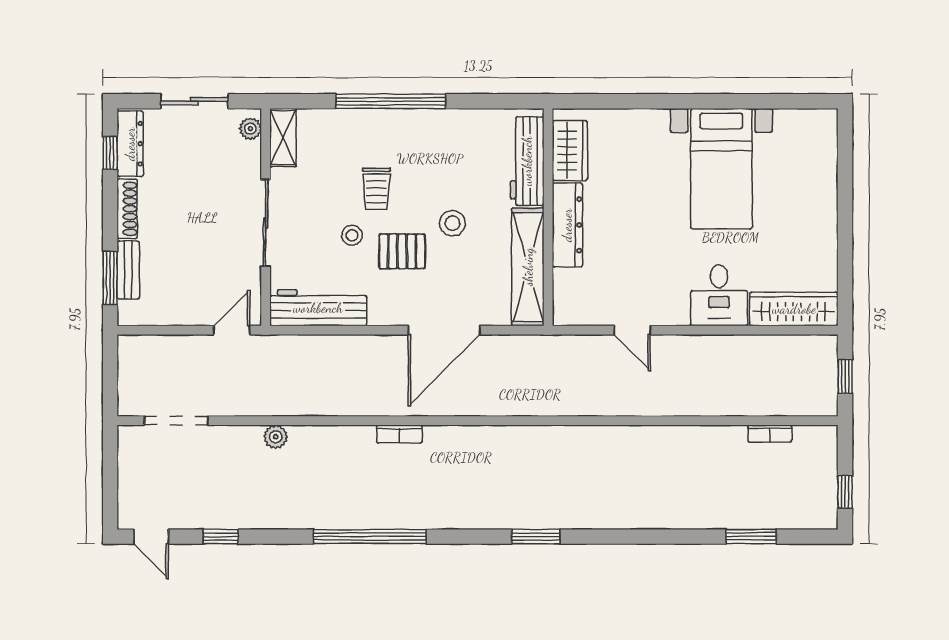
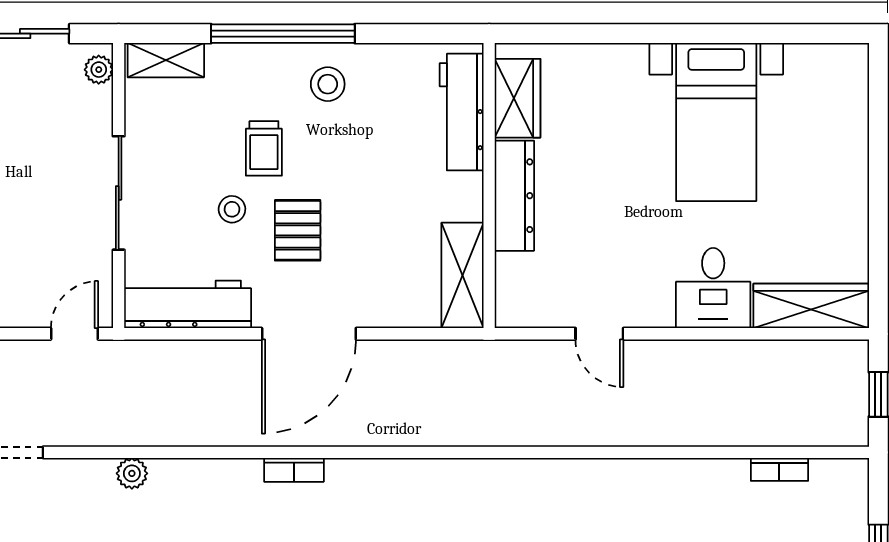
shelving: (283, 138) -> (166, 60), moved, turned 90
stool: (452, 223) -> (328, 84), moved
pallet: (402, 251) -> (298, 230), turned 90
shelving: (528, 267) -> (463, 275), width x0.68
door: (444, 330) -> (309, 334), moved

